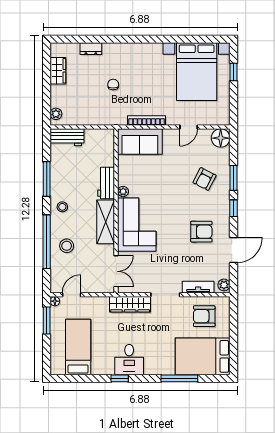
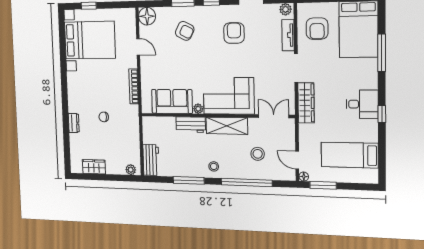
dresser: (91, 49) -> (74, 123), moved
sofa: (140, 141) -> (172, 101), moved, turned -90
stool: (67, 246) -> (258, 154), moved

